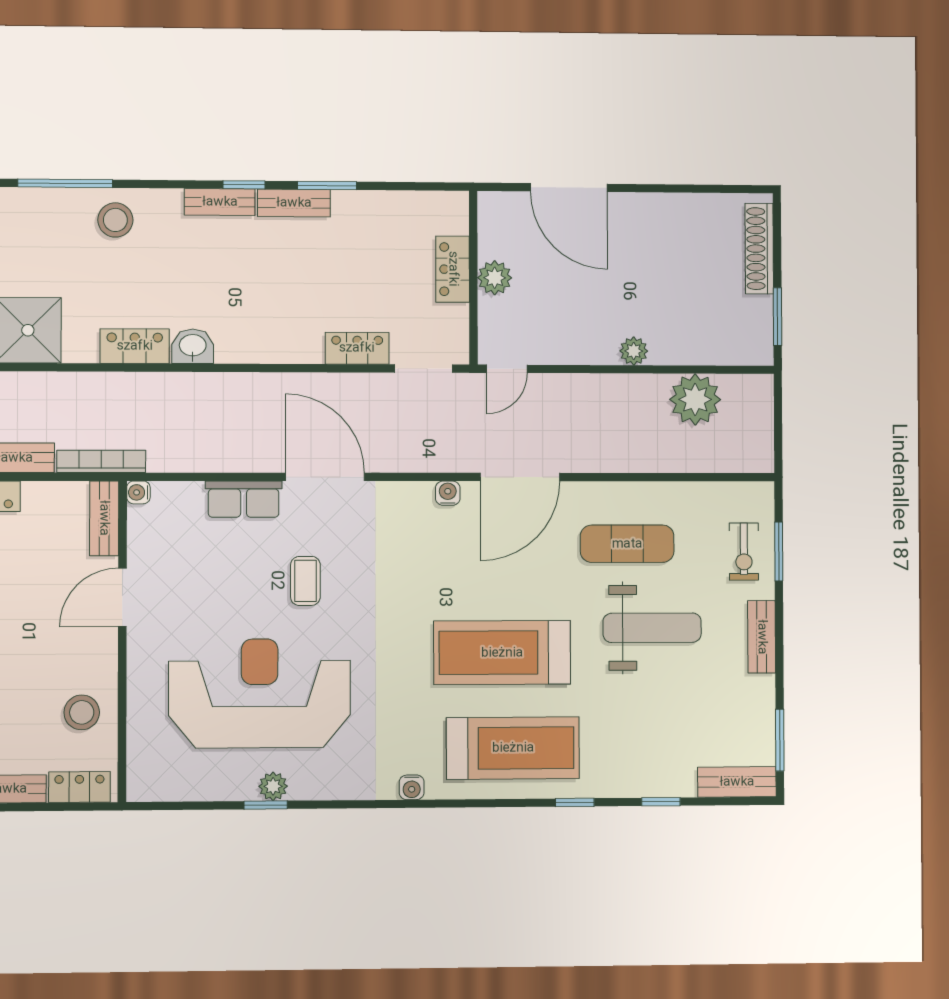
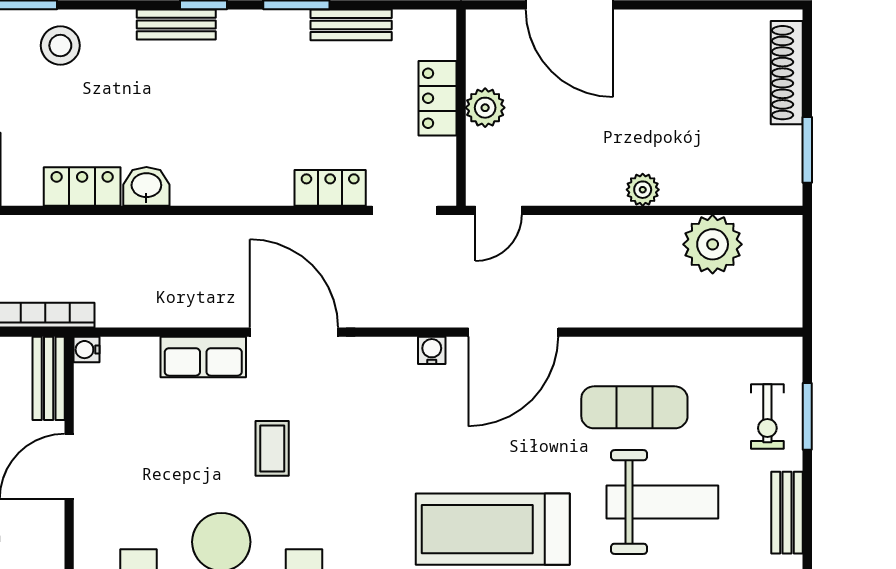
bench: (294, 203) -> (351, 25), moved

